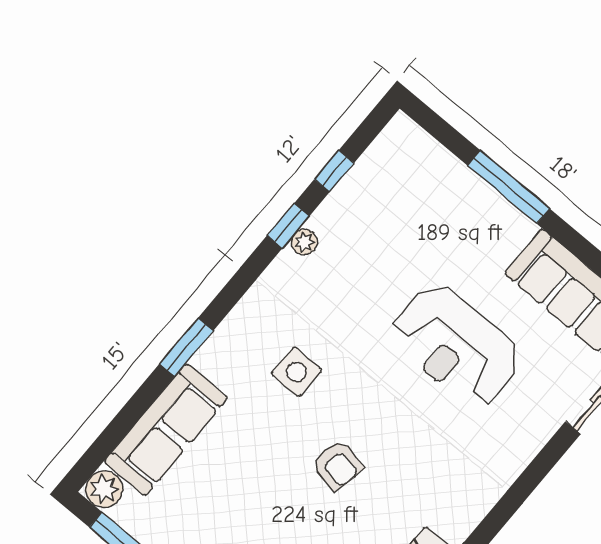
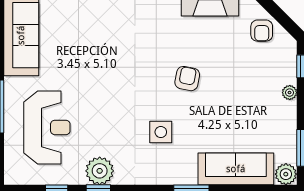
plant: (304, 242) -> (100, 171), width x1.88, depth x1.88
reception desk: (456, 346) -> (47, 127), moved

